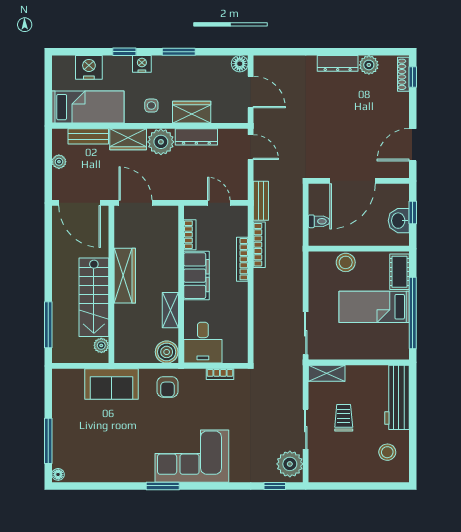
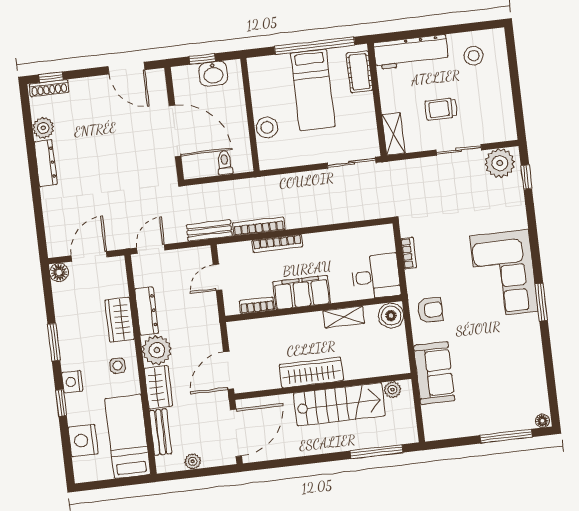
cot: (399, 272) -> (360, 72), moved, turned 90

